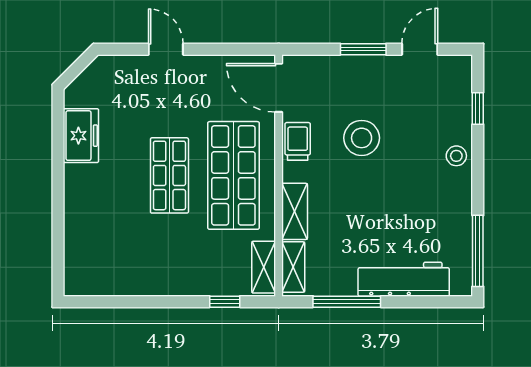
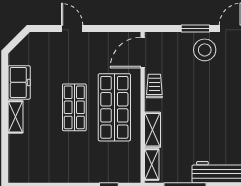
door: (279, 88) -> (143, 53), hinge flipped
stool: (362, 138) -> (205, 50), moved
shelving: (264, 267) -> (15, 117), moved

